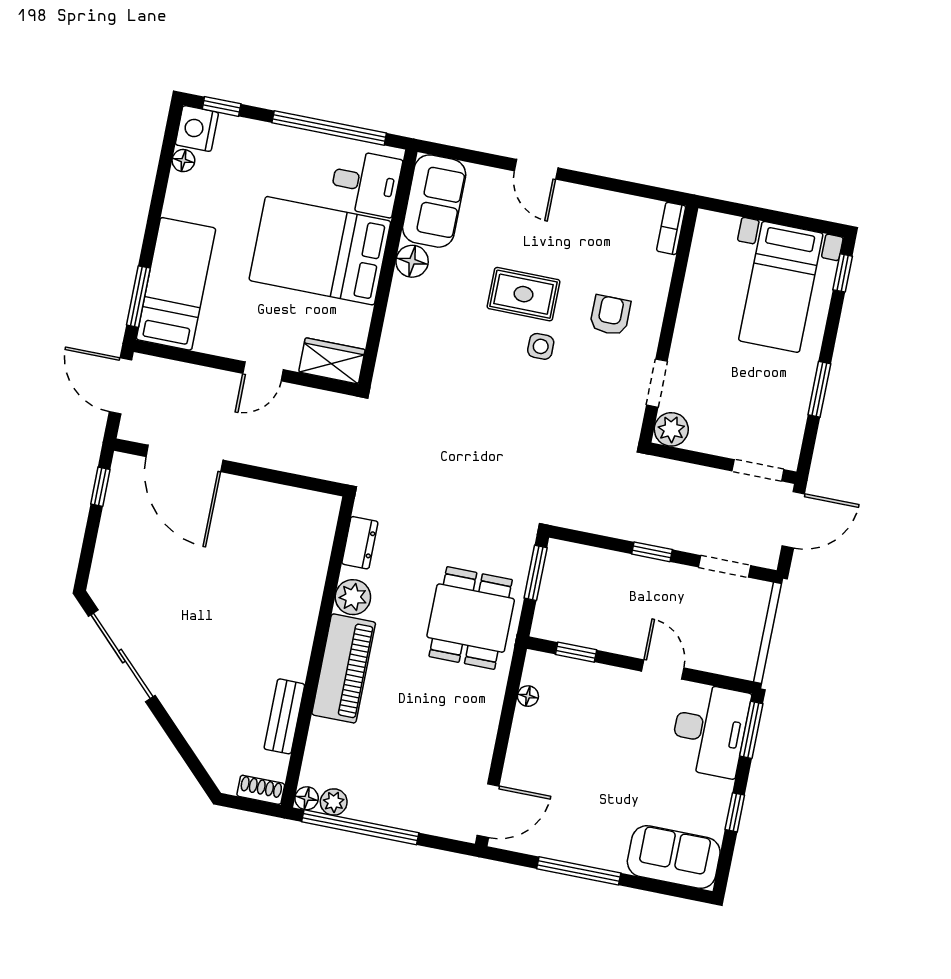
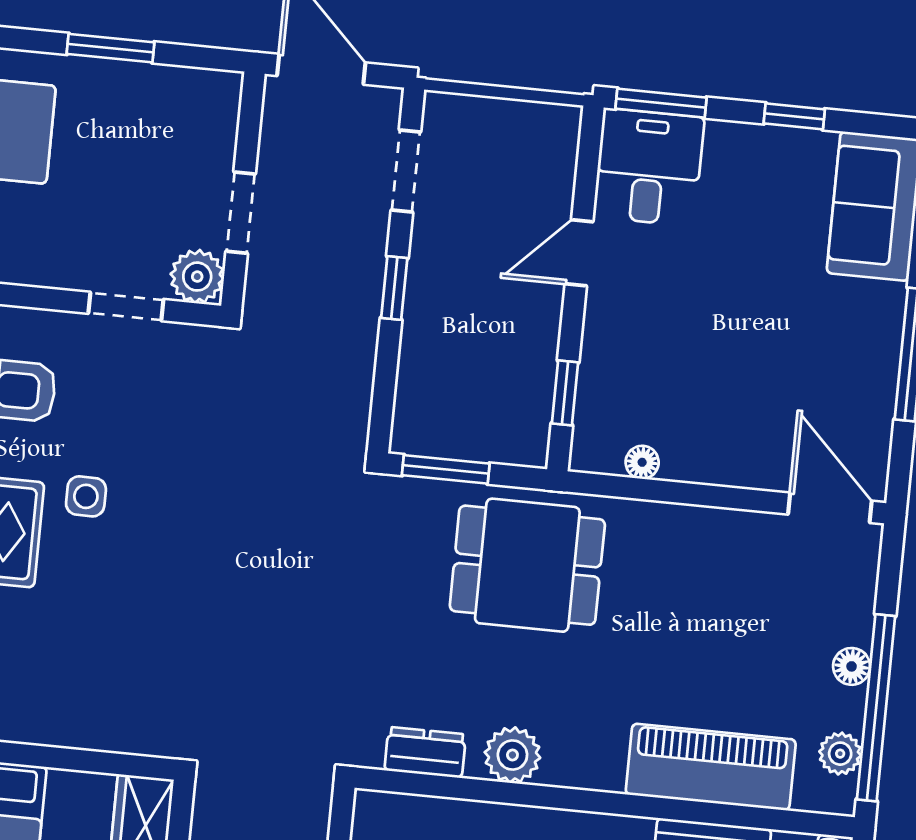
doorway: (758, 470) -> (241, 213), moved
piano: (344, 668) -> (711, 767), moved
desk: (710, 730) -> (649, 167), width x0.73
floor lamp: (307, 798) -> (852, 666), moved

